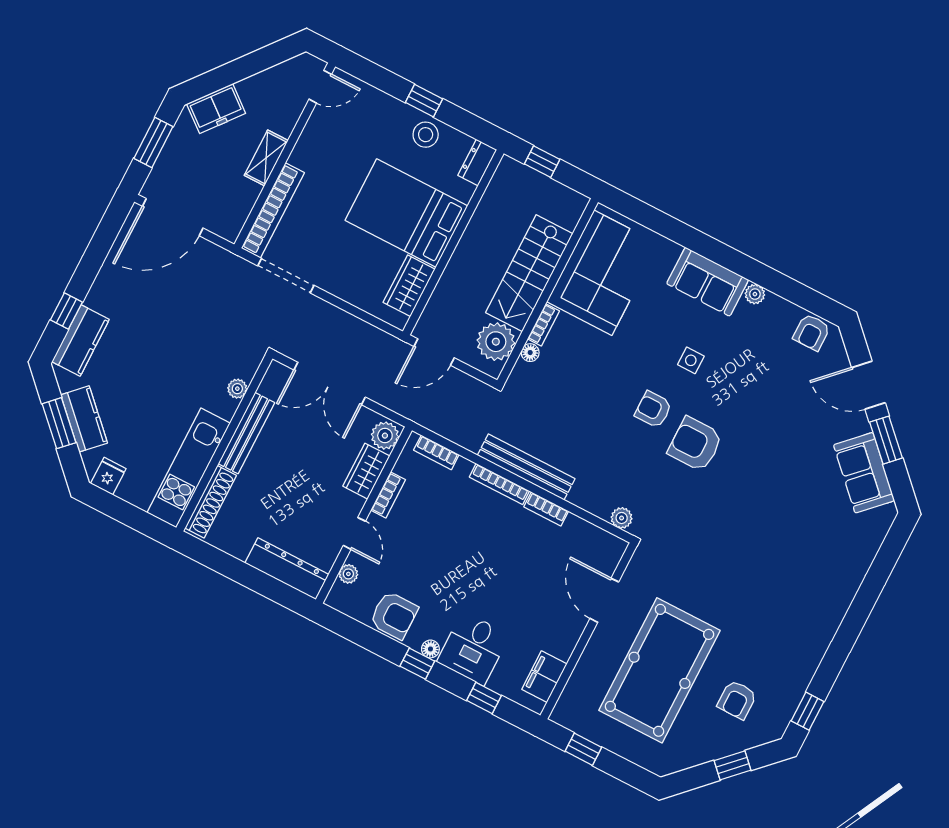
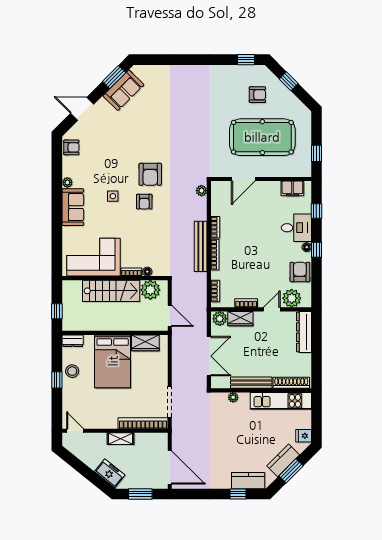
door: (868, 385) -> (82, 109), swing flipped
window: (886, 440) -> (114, 77), moved
plant: (348, 574) -> (292, 298), width x1.88, depth x1.88

